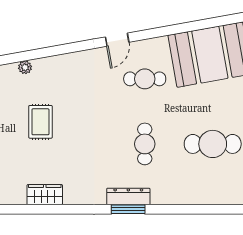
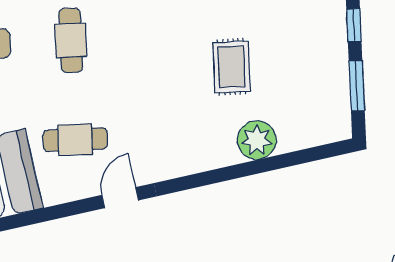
plant: (25, 67) -> (257, 140), width x1.88, depth x1.88

